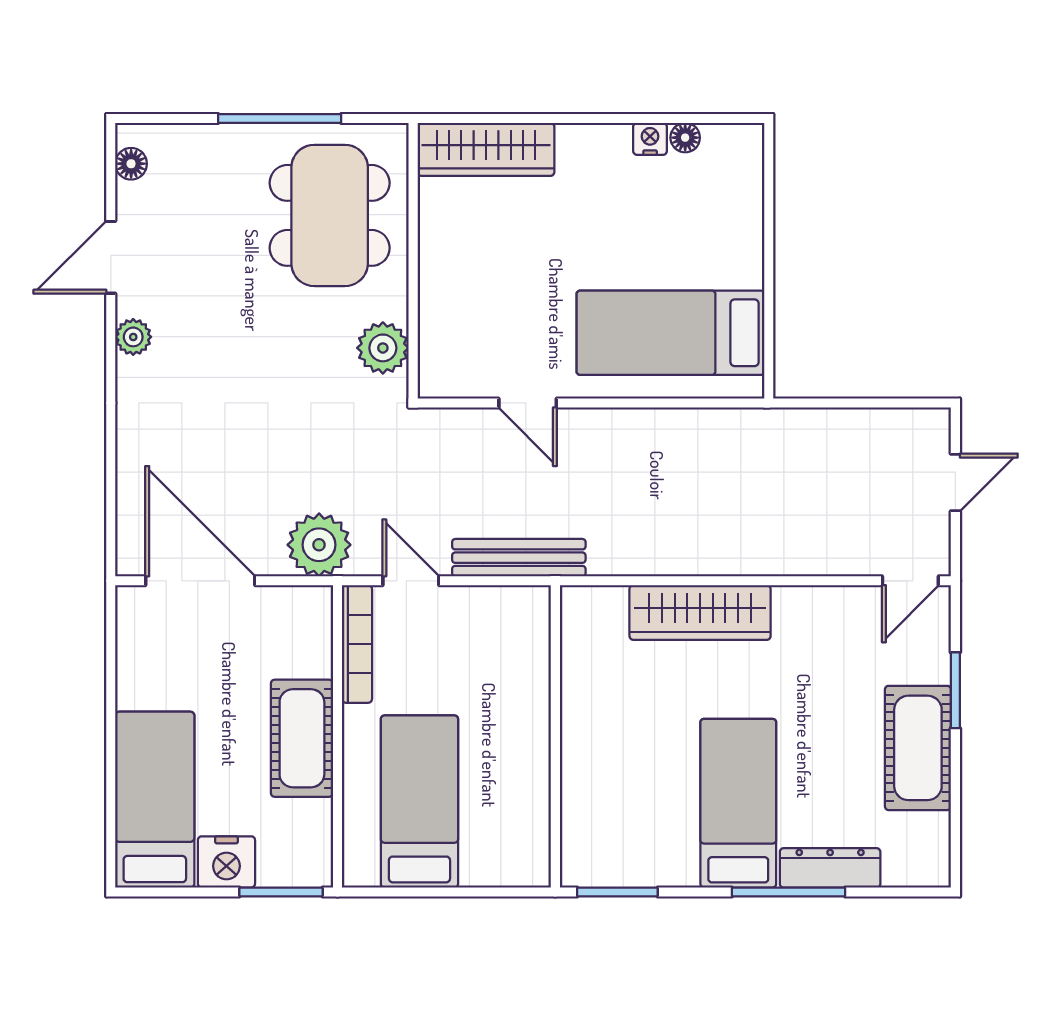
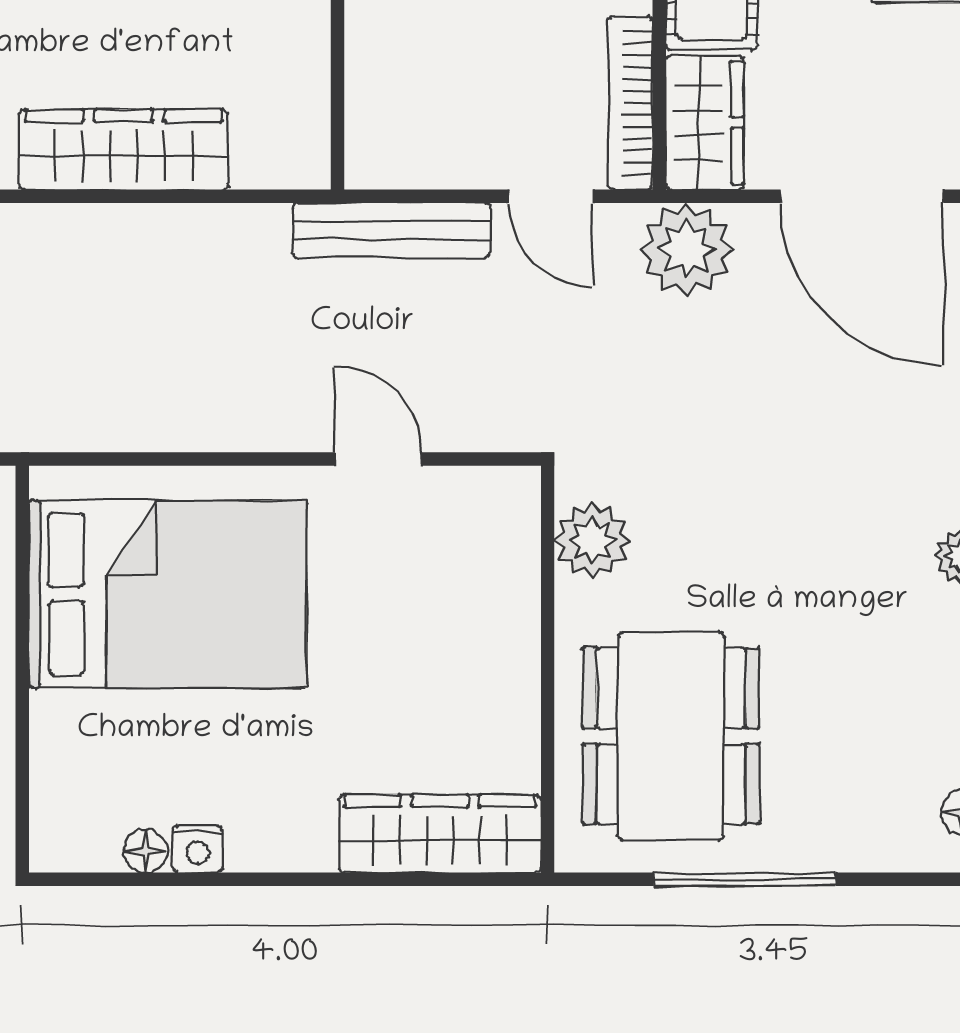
bed: (670, 333) -> (167, 594), width x1.50
wardrobe: (307, 631) -> (705, 123), added

